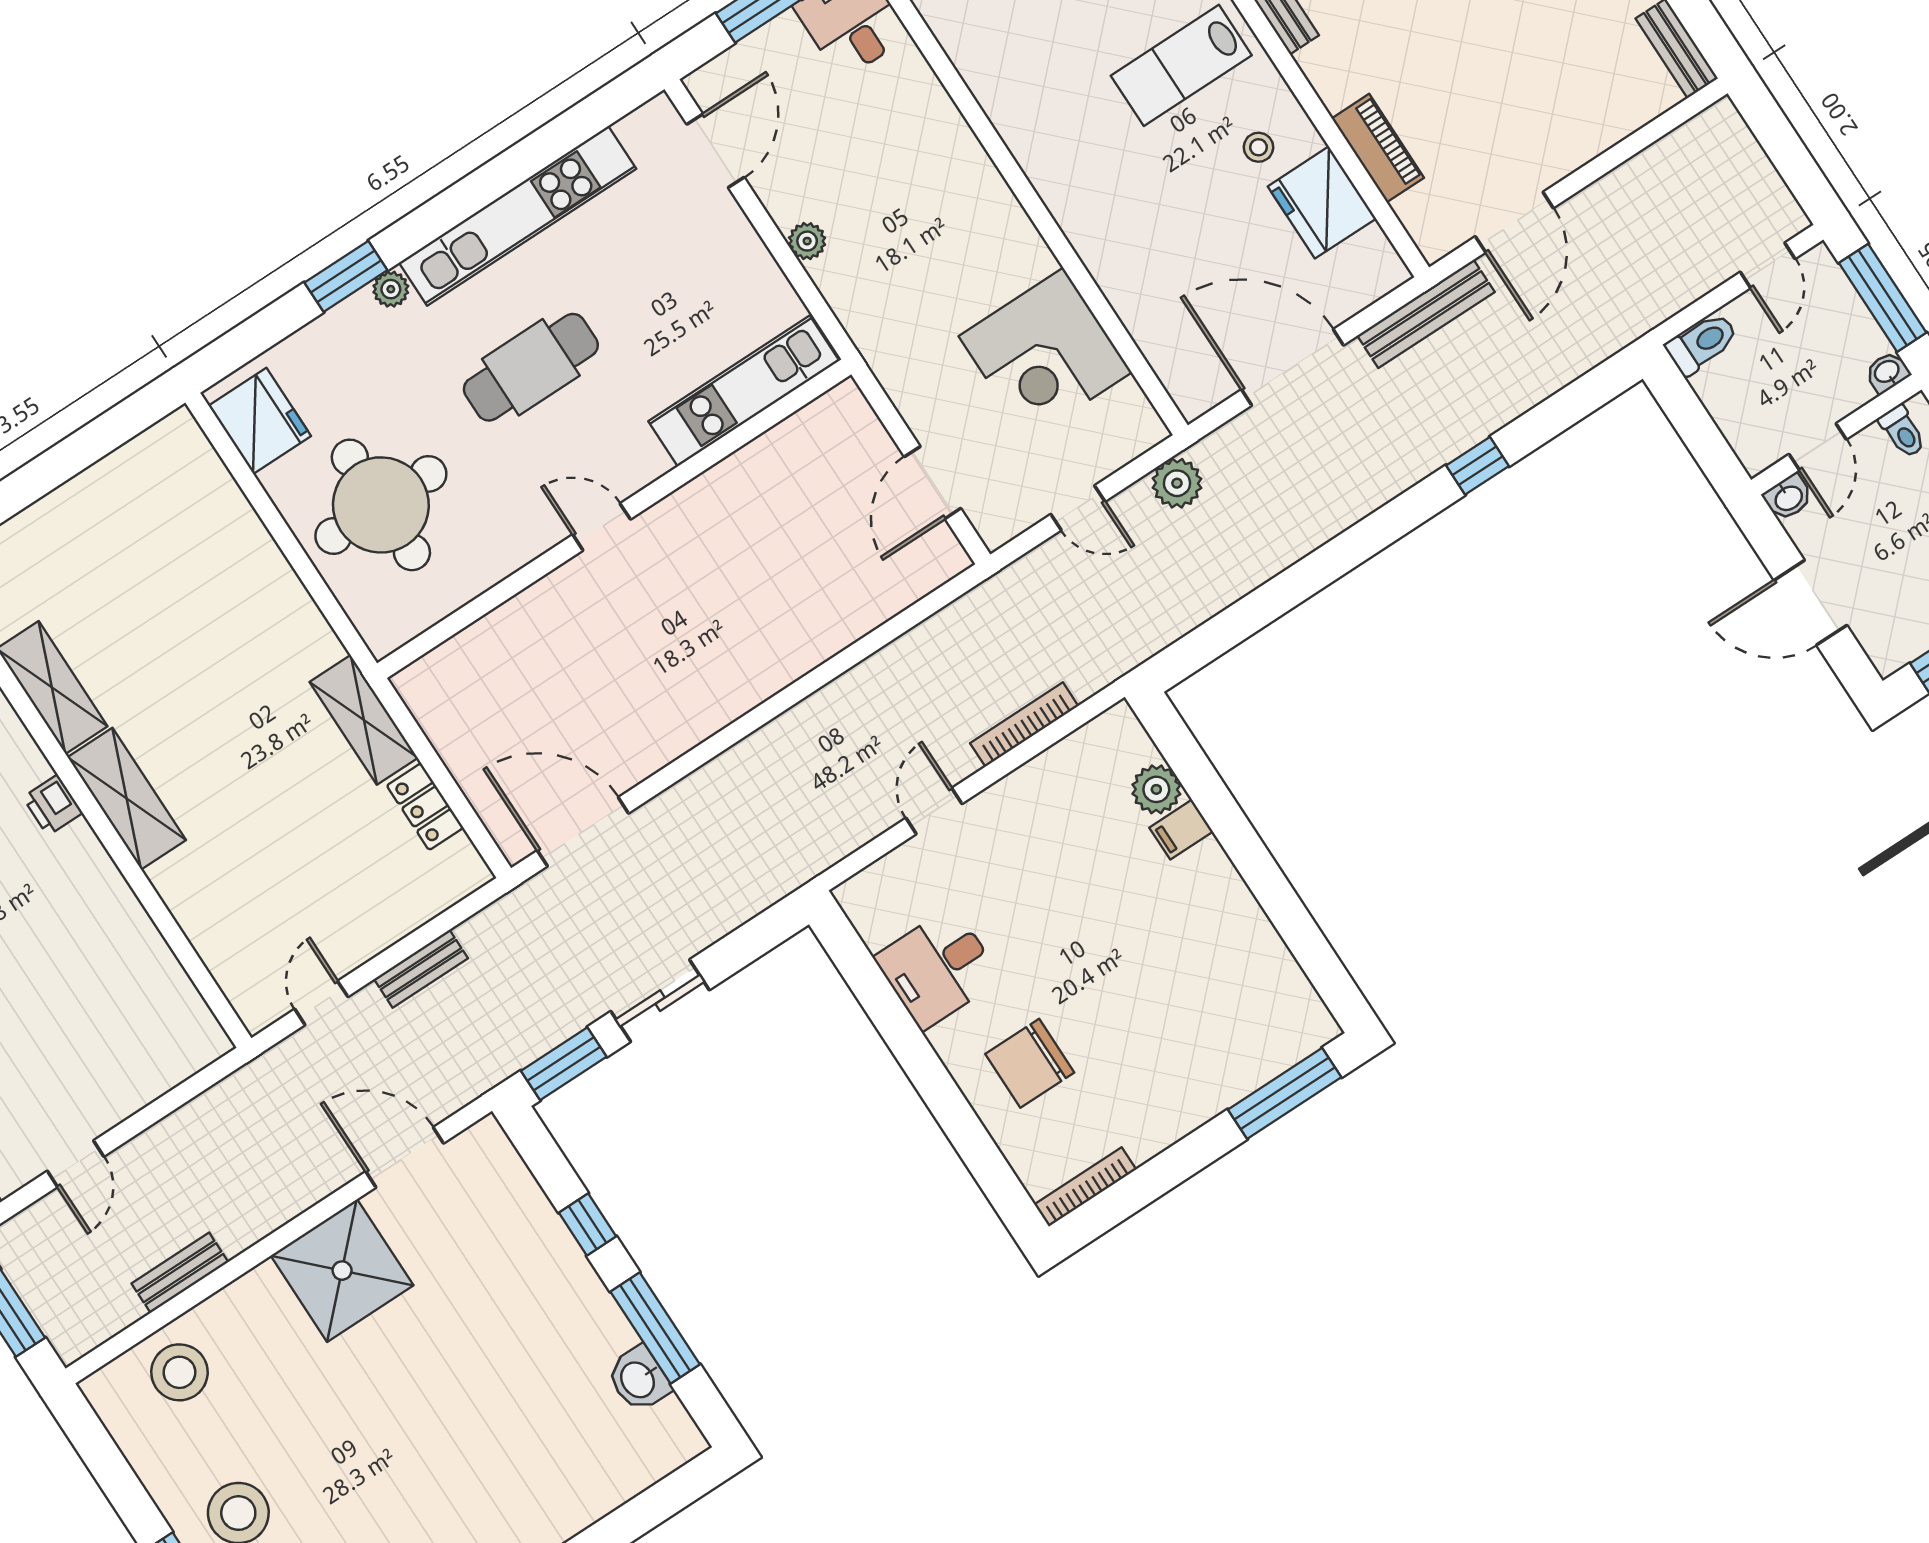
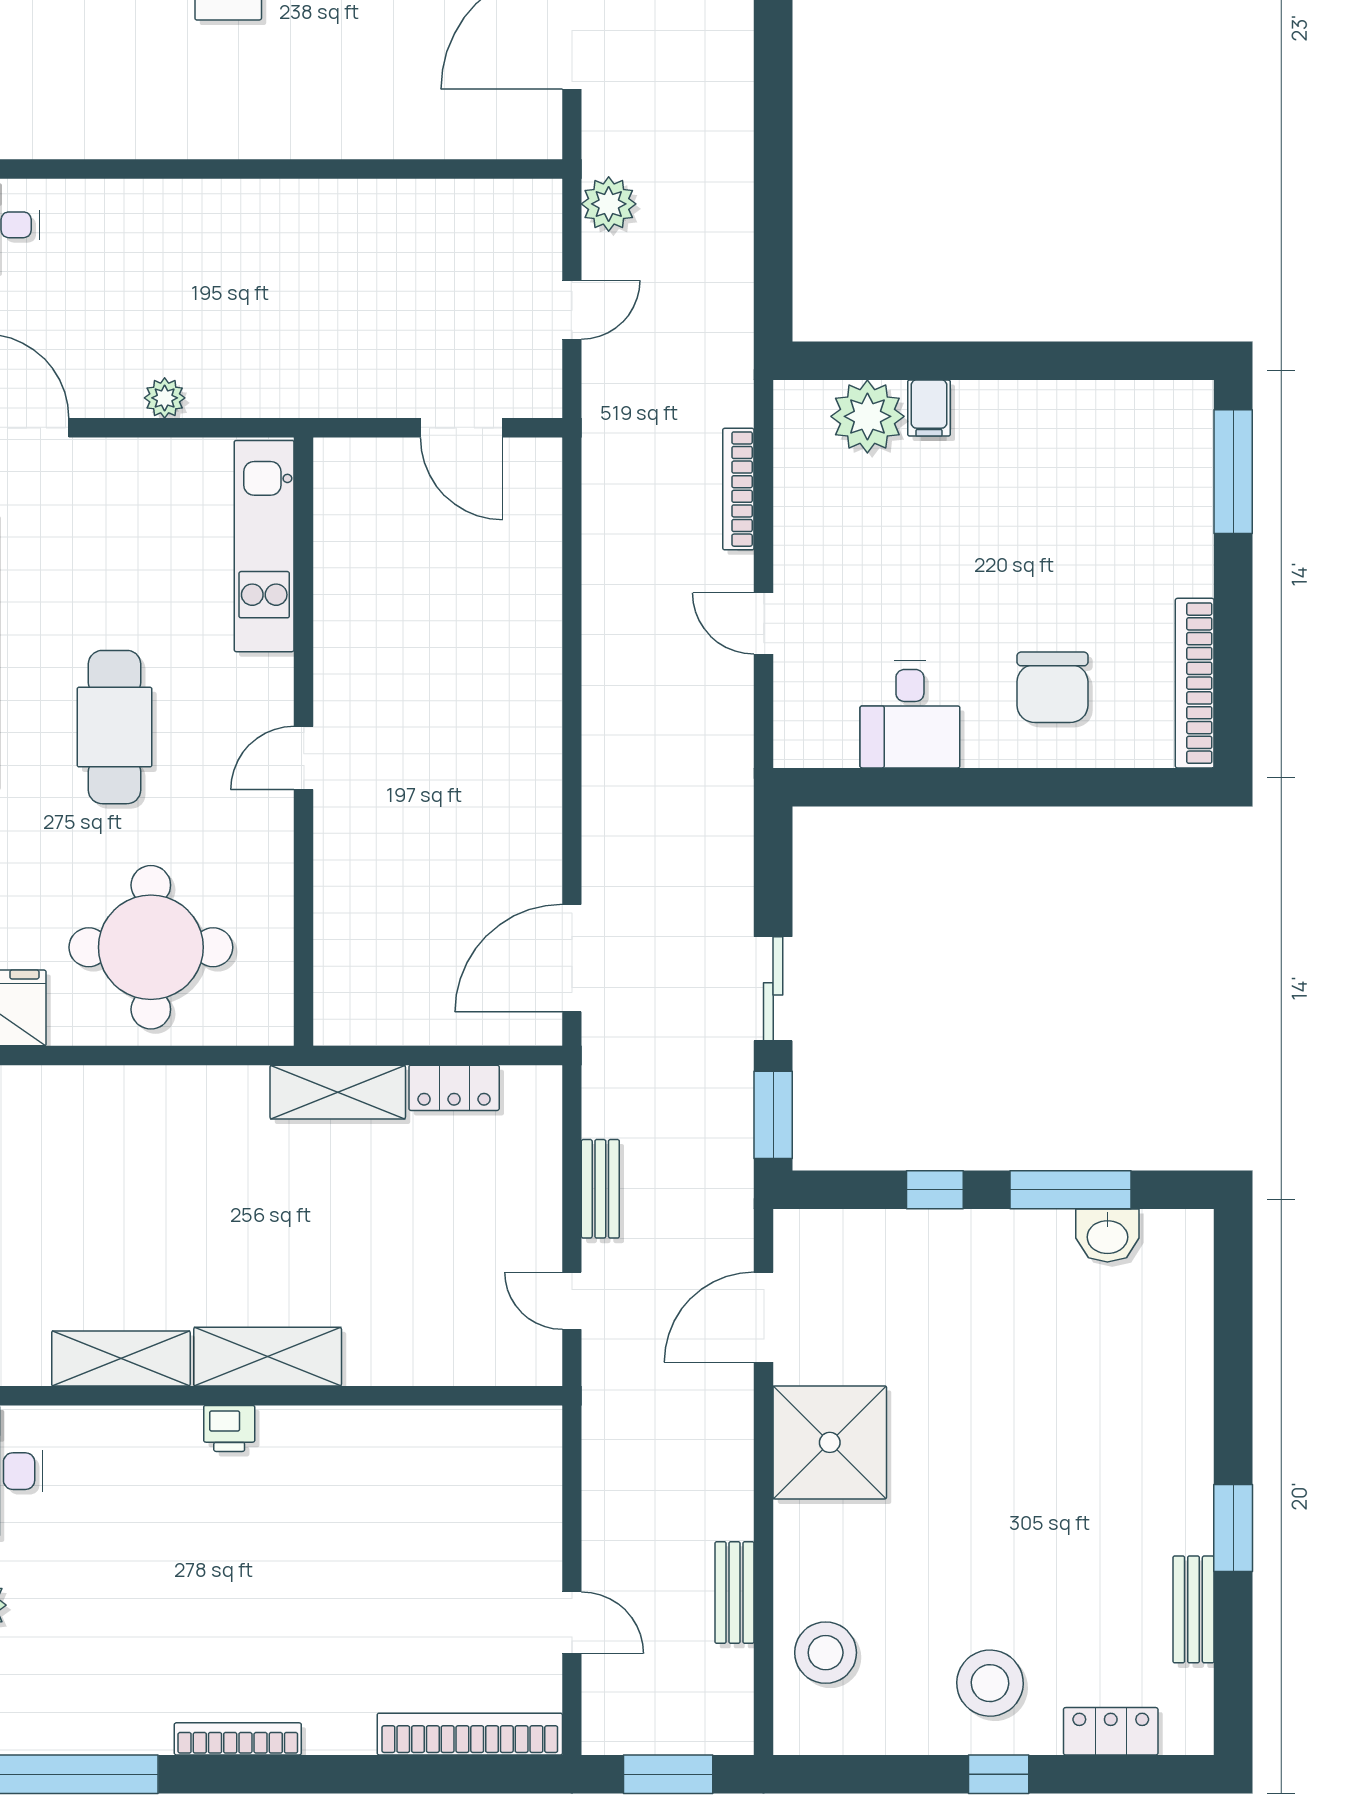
corner desk: (1045, 354) -> (411, 247), removed
plant: (1156, 789) -> (867, 416), width x1.36, depth x1.36
bookcase: (1085, 1187) -> (1195, 683), width x1.48, depth x1.31

